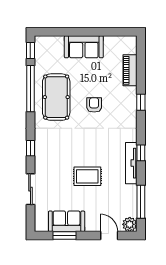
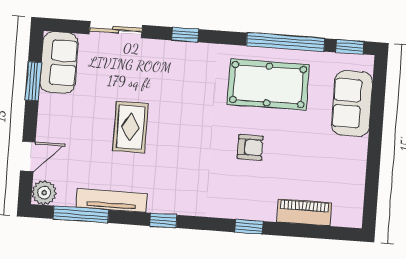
sofa: (84, 47) -> (352, 104), moved
tv unit: (131, 163) -> (111, 200), moved
sofa: (67, 221) -> (59, 63), moved

